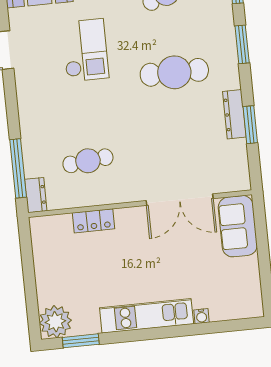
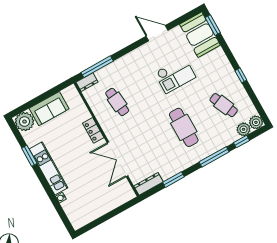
window: (242, 44) -> (214, 157), width x1.44
dresser: (234, 114) -> (148, 184), moved
locker: (93, 221) -> (93, 130), moved
sofa: (238, 226) -> (49, 109), moved, turned 180
window: (81, 341) -> (29, 156), moved

